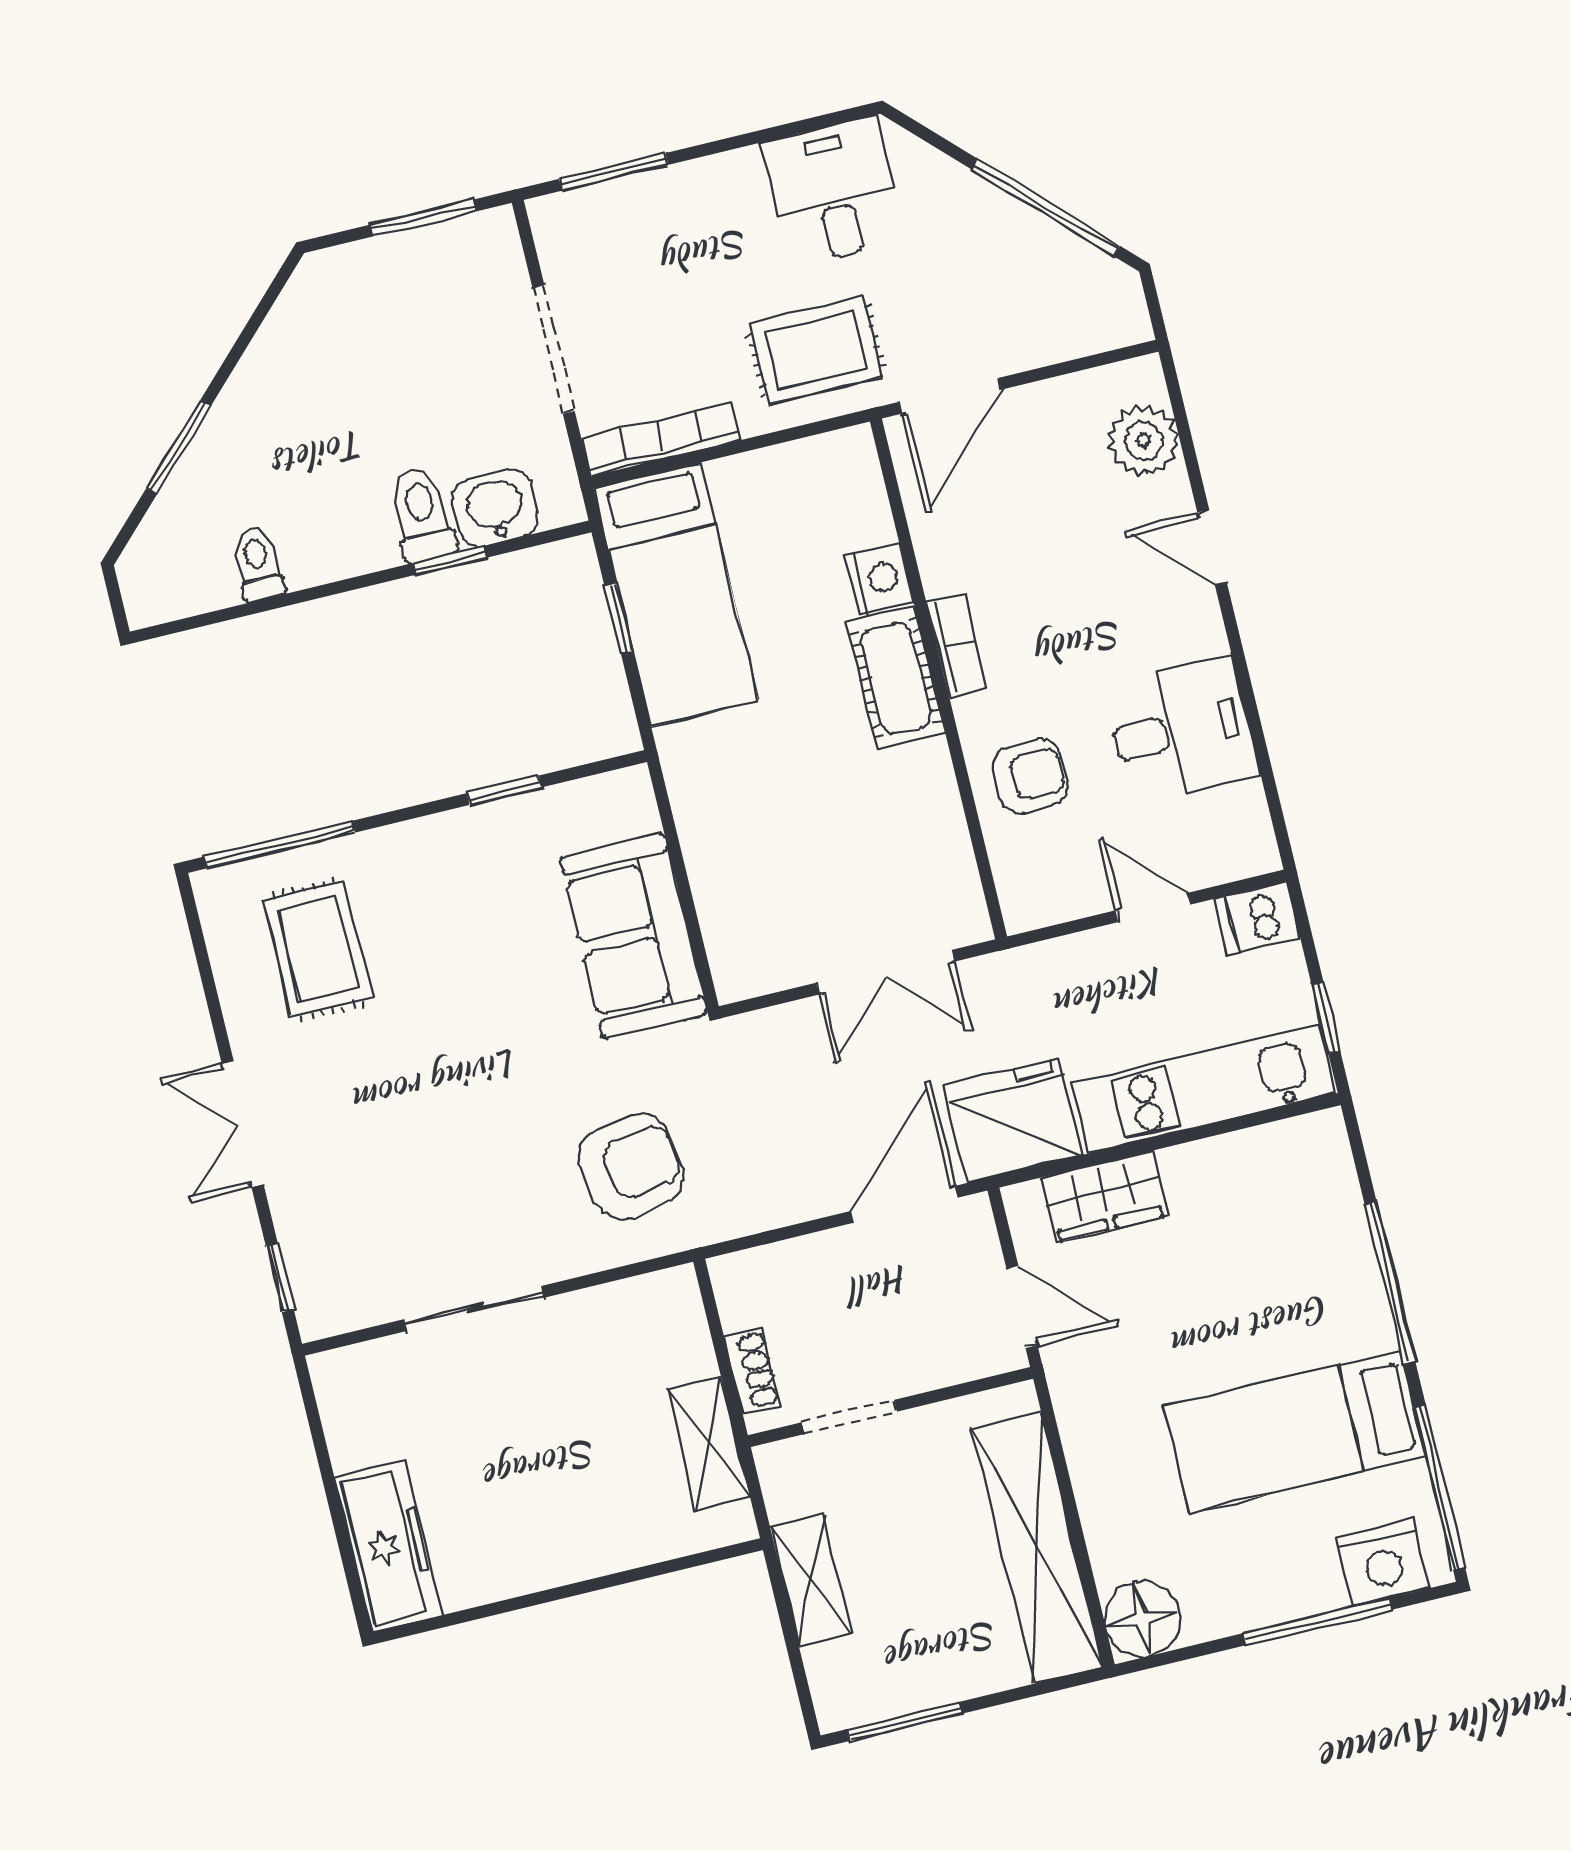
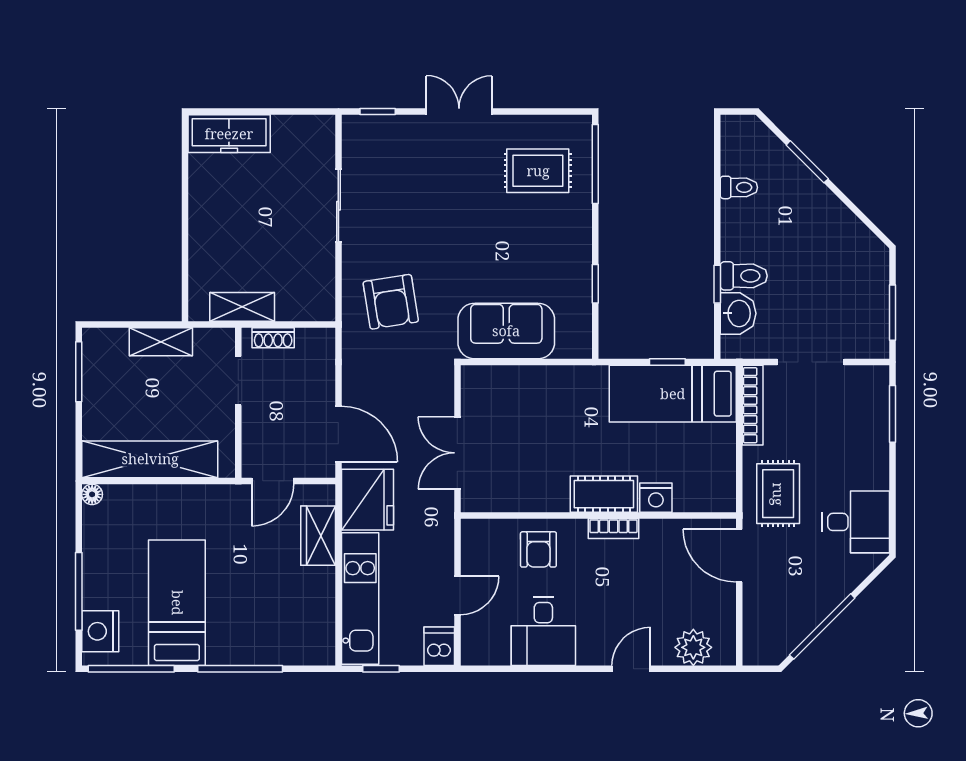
floor lamp: (1142, 1619) -> (92, 494), width x0.53, depth x0.53

